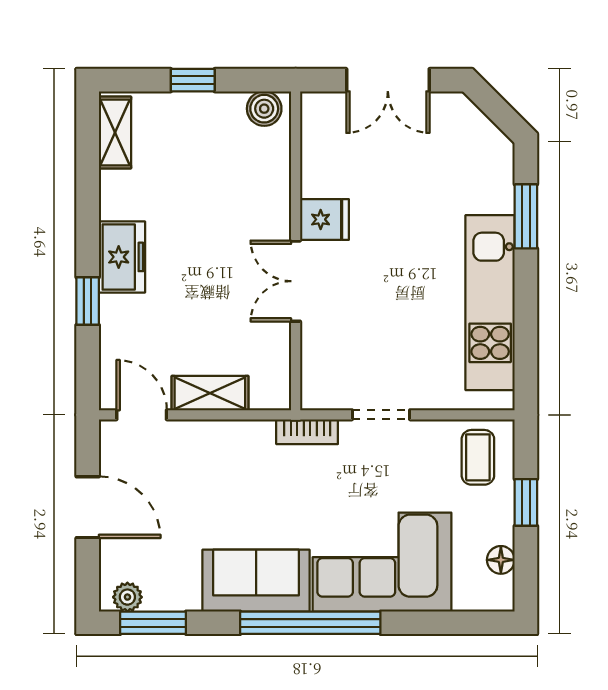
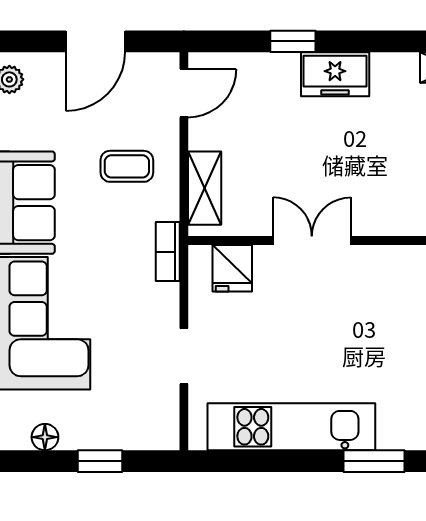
fridge: (324, 219) -> (232, 268), moved
shelving: (210, 393) -> (205, 188), moved
doorway: (381, 415) -> (184, 356), moved
coffee table: (478, 457) -> (127, 166), moved

